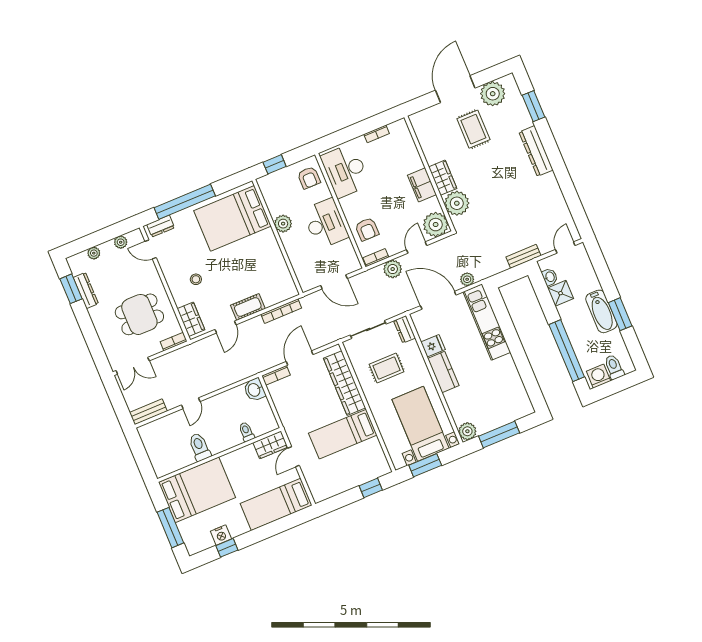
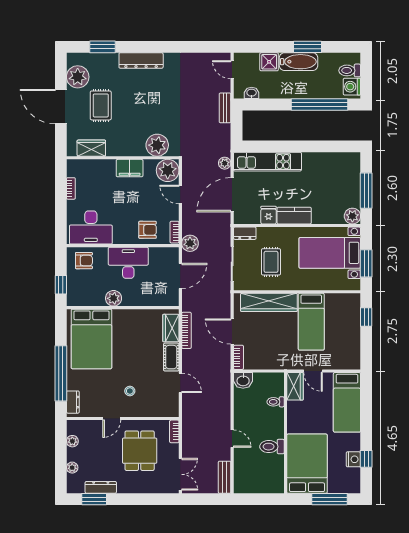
rug: (473, 129) -> (101, 105), turned 90
wardrobe: (443, 178) -> (91, 148), moved
door: (151, 249) -> (112, 419), moved
plant: (393, 269) -> (190, 243), moved
shower: (561, 293) -> (269, 62), moved
wardrobe: (191, 319) -> (171, 328), moved, turned -90

